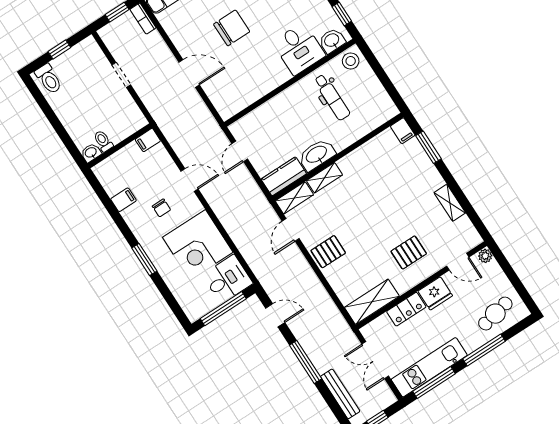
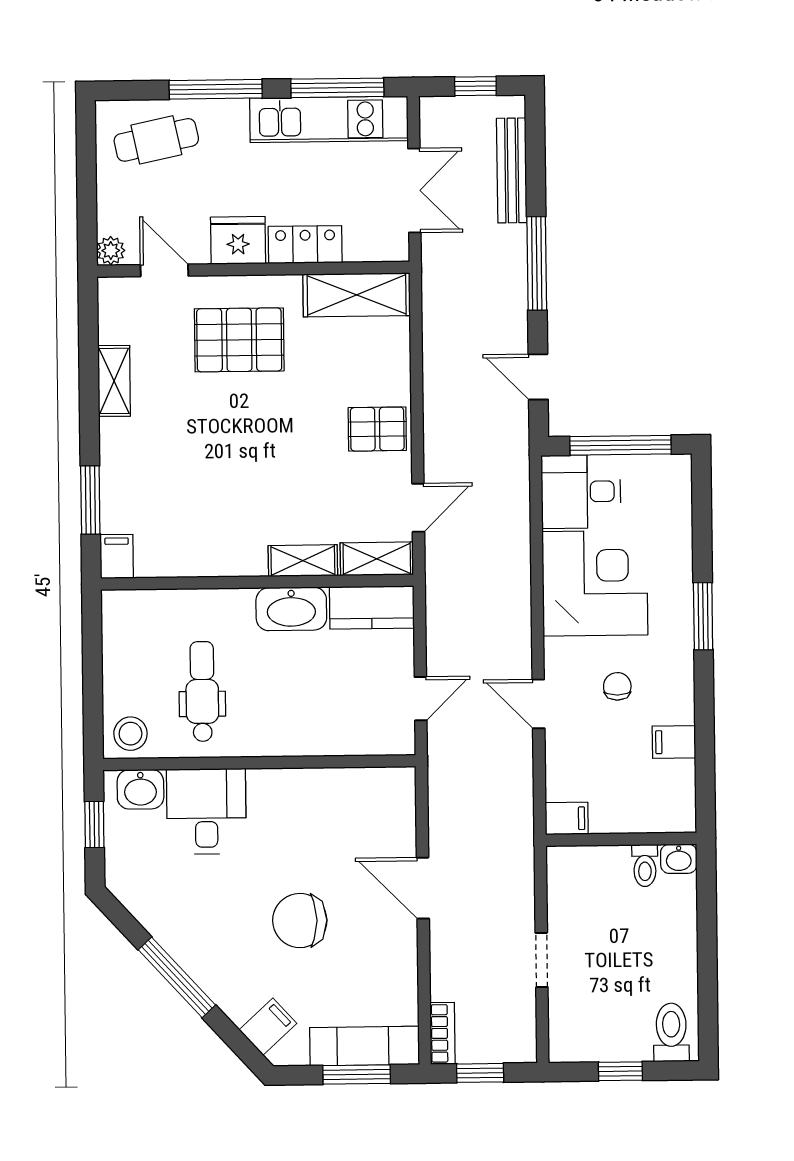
pallet: (409, 252) -> (239, 340), width x1.50, depth x1.42

